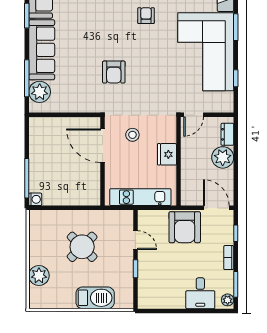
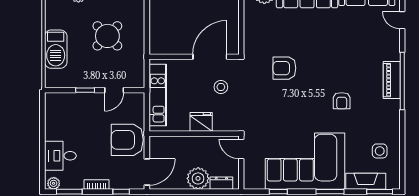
armchair: (146, 16) -> (342, 101), turned 90

